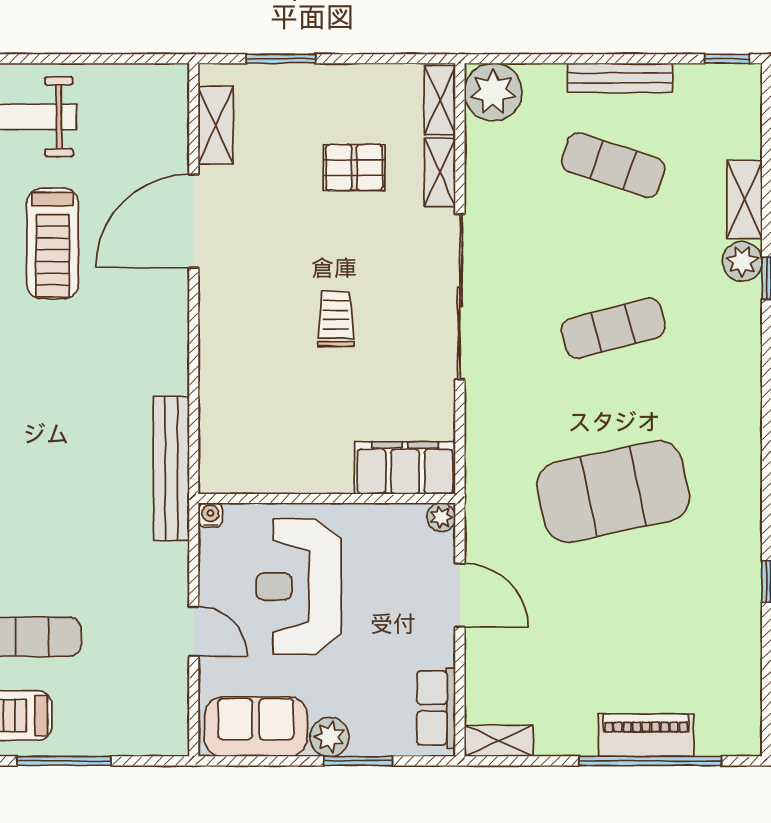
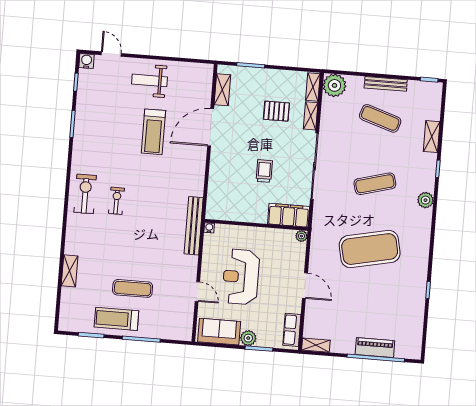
plant: (742, 261) -> (426, 200), moved
filing cabinet: (405, 468) -> (289, 215), moved
wall: (327, 498) -> (256, 225), moved
water cooler: (210, 515) -> (209, 228), moved
plant: (441, 517) -> (301, 236), moved

